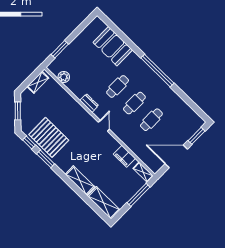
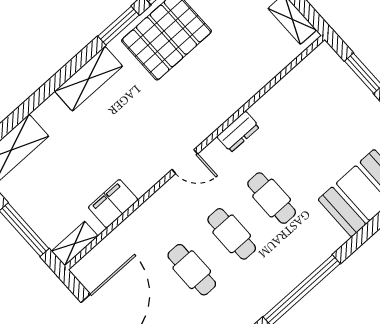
plant: (64, 77) -> (300, 78), removed
shelving: (80, 181) -> (89, 79), moved

